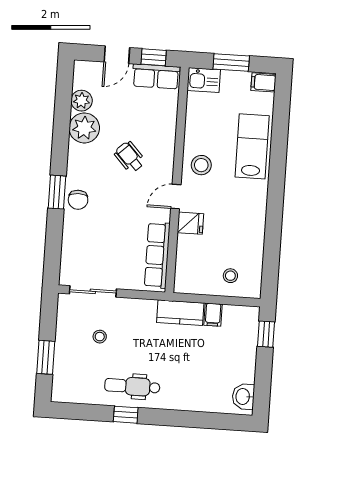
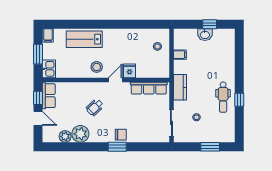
door: (176, 197) -> (115, 80), swing flipped
kitchen counter: (180, 313) -> (180, 87), moved
window: (266, 334) -> (210, 24), moved
washbasin: (243, 397) -> (205, 35), moved

